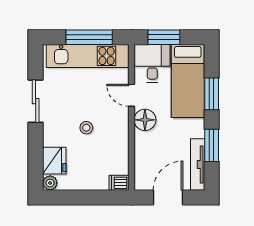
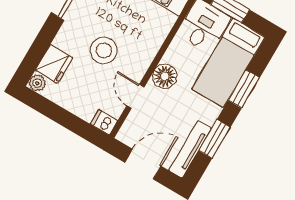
door: (132, 95) -> (135, 96), moved
stool: (86, 128) -> (104, 50), width x1.89, depth x1.89

